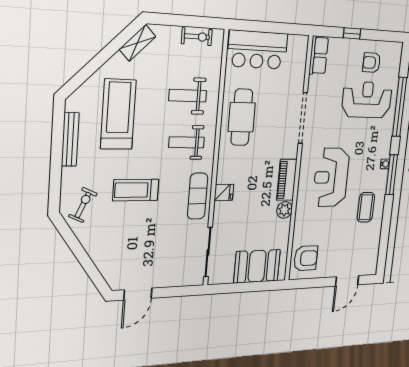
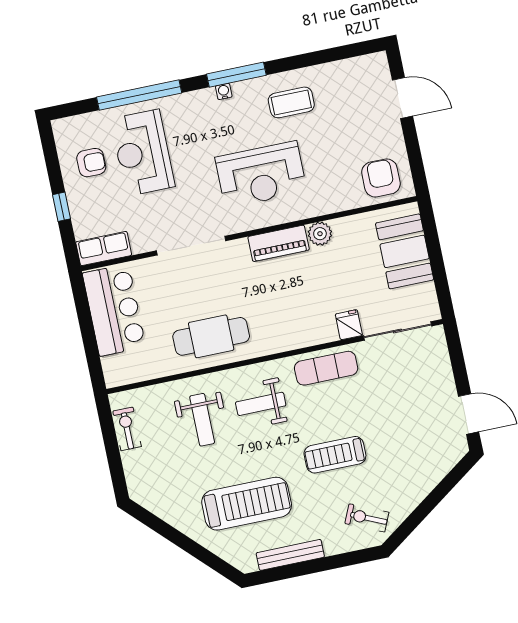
shelving: (137, 43) -> (155, 503), removed
bar counter: (257, 50) -> (114, 310), moved
armchair: (372, 63) -> (91, 163), turned -90
treadmill: (118, 114) -> (247, 504), turned 180
weight bench: (187, 142) -> (261, 404), turned 90
treadmill: (136, 190) -> (335, 455), turned 90
fridge: (224, 192) -> (349, 325), moved

